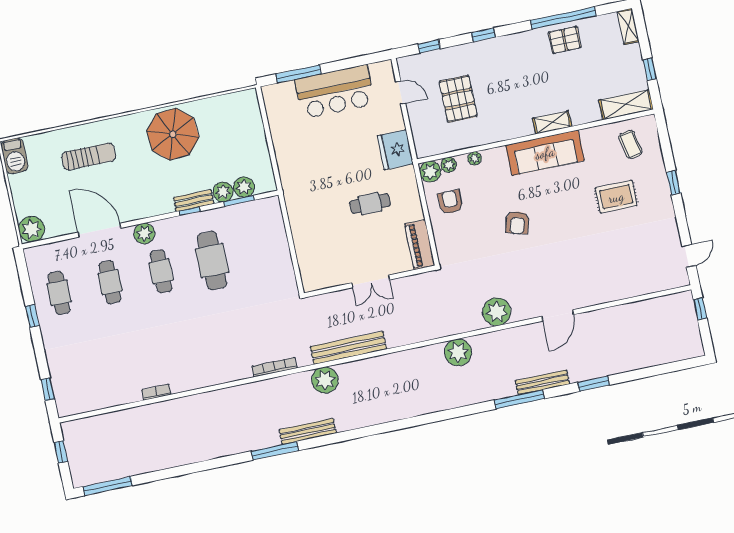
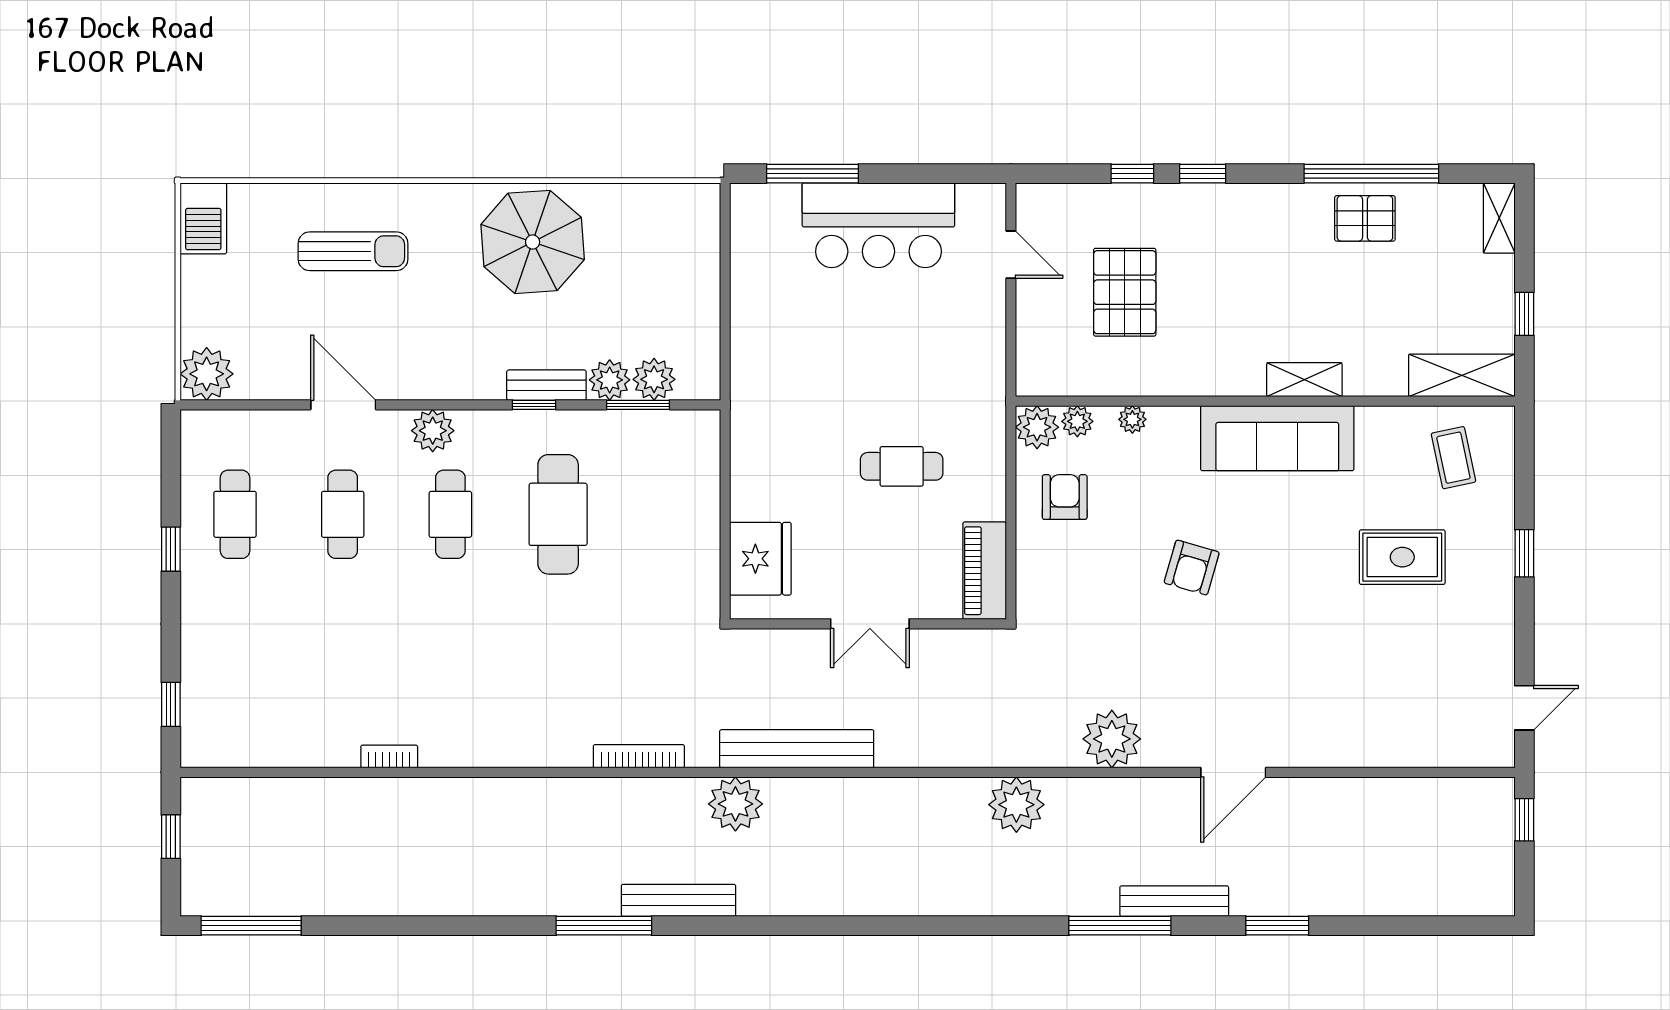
window: (429, 46) -> (1132, 174), moved
fridge: (395, 150) -> (760, 559), moved, turned 180
door: (99, 230) -> (343, 405), width x0.73

